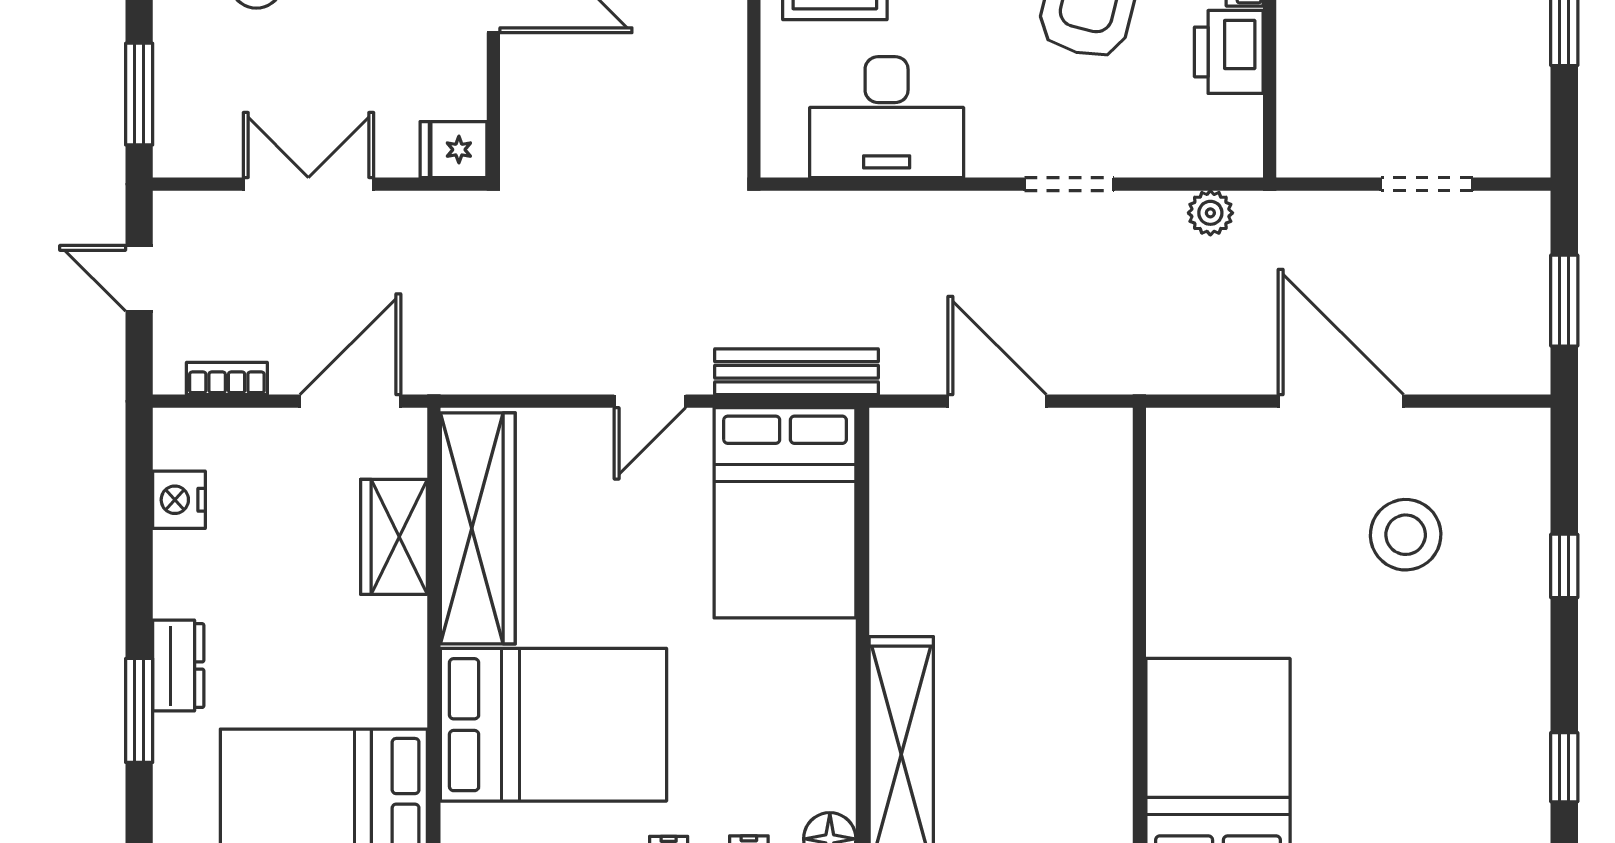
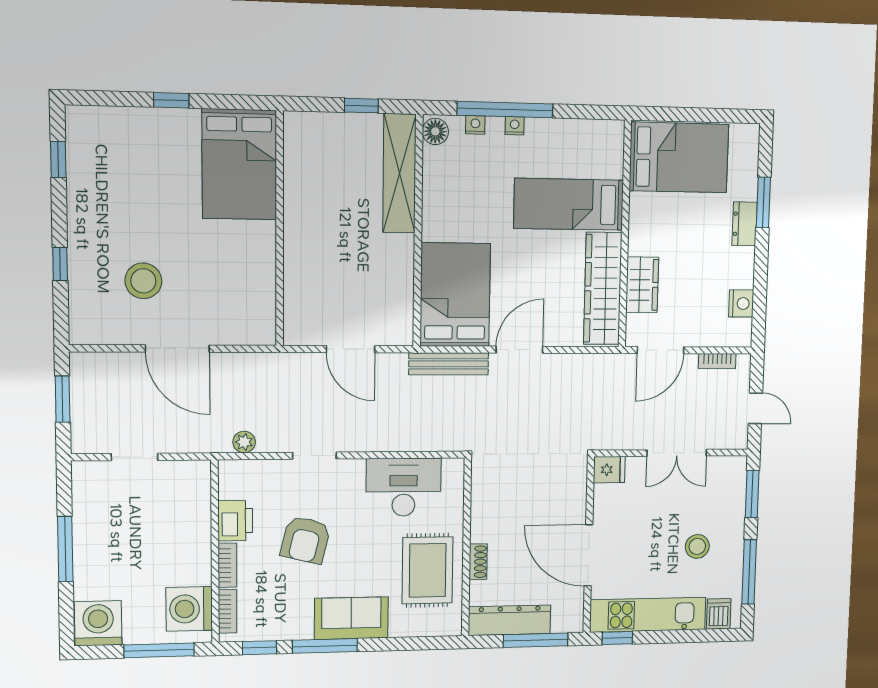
door: (650, 401) -> (519, 350), width x1.38
bed: (553, 725) -> (569, 204), width x0.67

